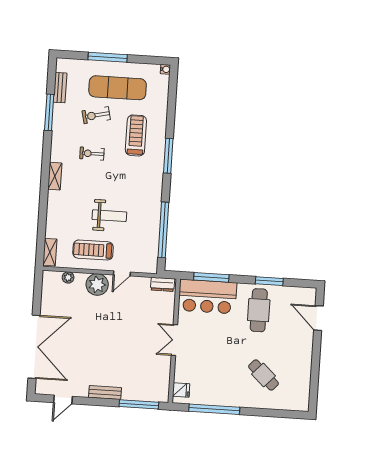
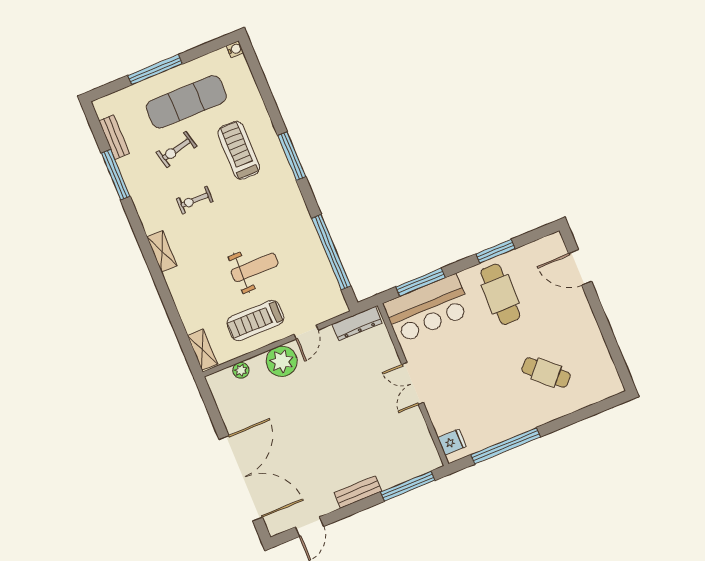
dresser: (163, 284) -> (357, 324), width x1.44

